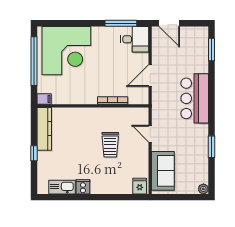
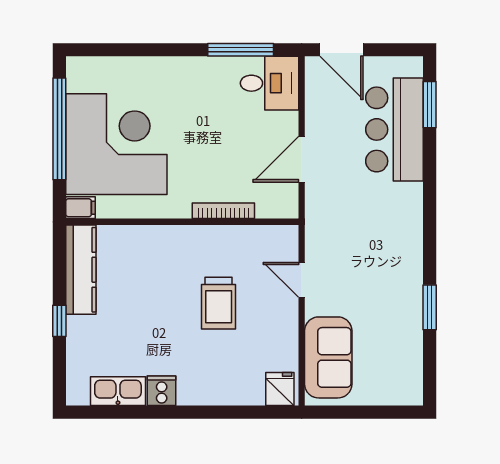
corner desk: (66, 51) -> (116, 144), moved, turned -90
bar counter: (195, 98) -> (394, 129), moved
plant: (203, 189) -> (412, 395), removed

